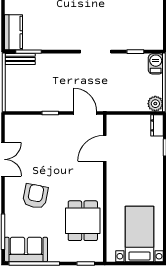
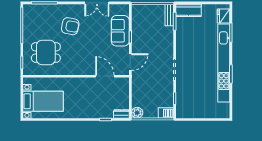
dining table: (83, 221) -> (46, 52), moved
sofa: (26, 249) -> (120, 31), moved, turned 180

